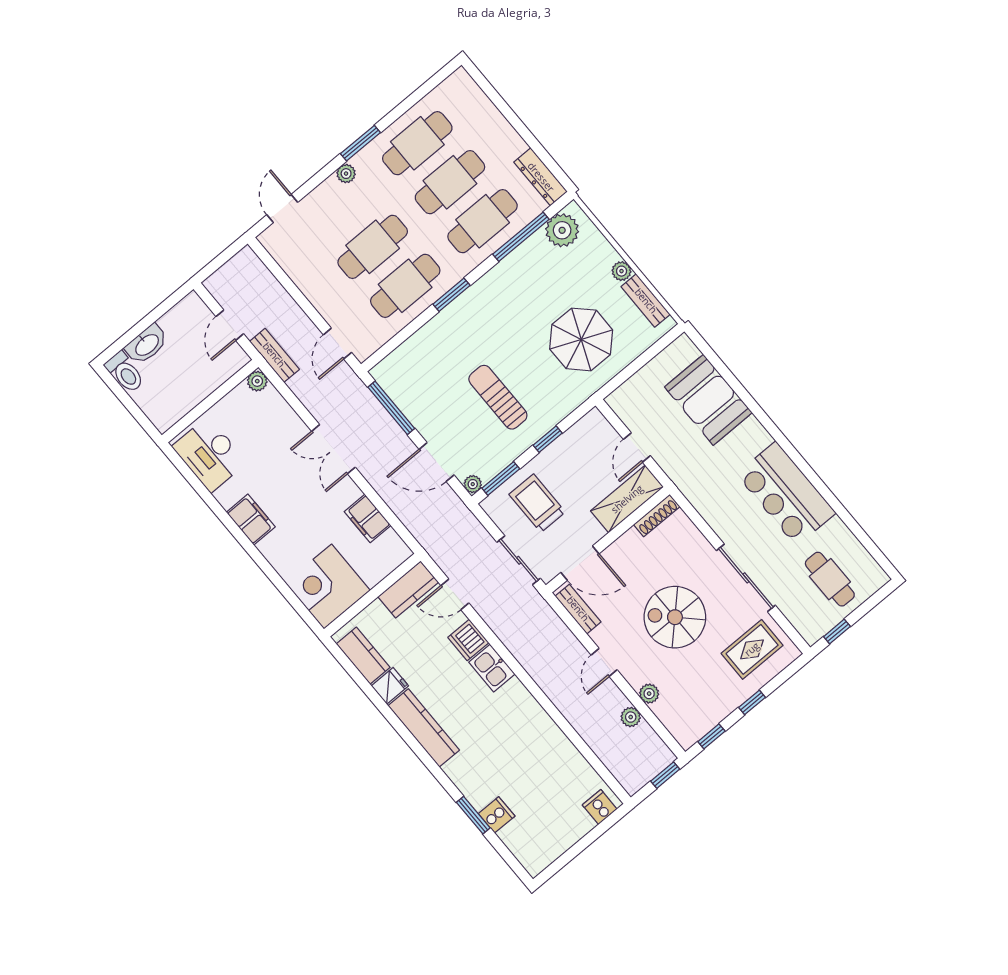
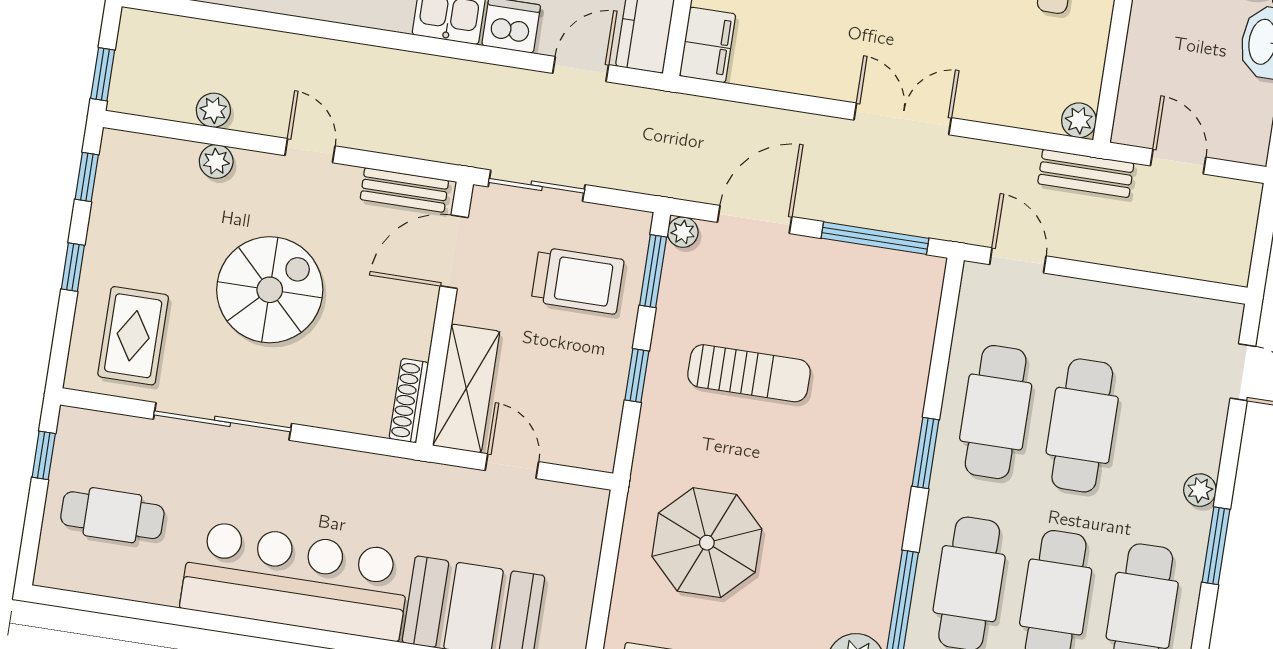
bar counter: (786, 494) -> (296, 581), width x1.36
filing cabinet: (368, 519) -> (708, 45), moved, turned 90

